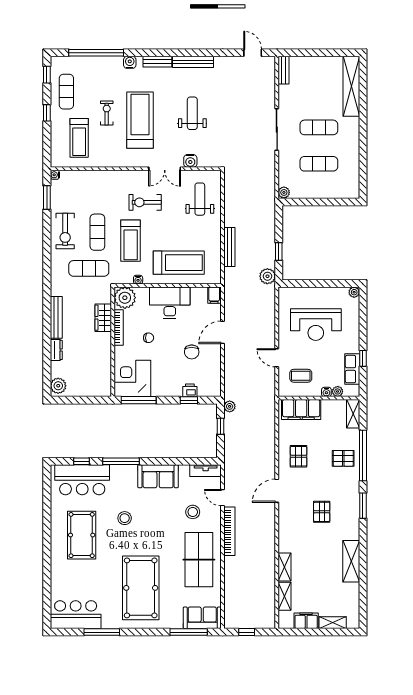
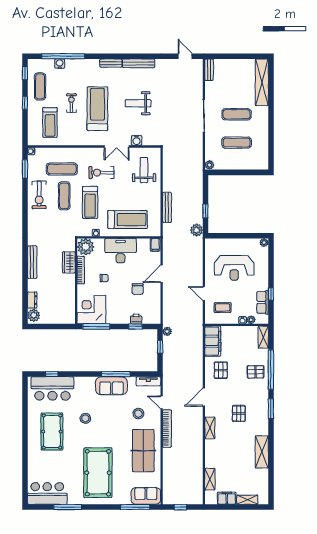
water cooler: (130, 62) -> (60, 64), moved
weight bench: (192, 113) -> (138, 103), turned -90
exercise mat: (89, 268) -> (62, 169), moved
dresser: (56, 350) -> (32, 300), moved
filing cabinet: (301, 410) -> (213, 341), moved, turned -90
window: (121, 461) -> (116, 374), moved
shelving: (285, 567) -> (210, 428), moved

